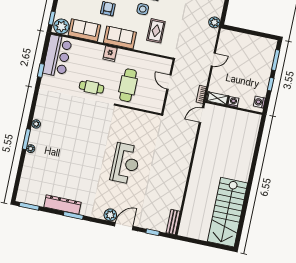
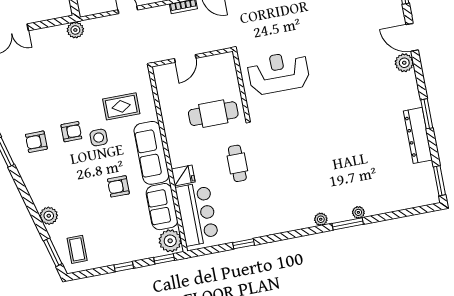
sofa: (120, 38) -> (152, 153), width x1.36
fridge: (110, 54) -> (183, 176), moved
bar counter: (57, 56) -> (197, 214), moved, turned 90
reception desk: (125, 164) -> (279, 73), moved

